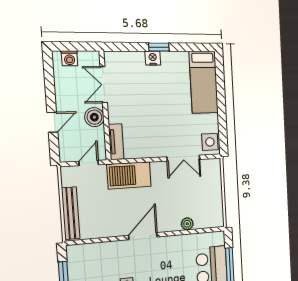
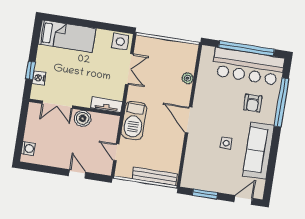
double door: (104, 85) -> (57, 105), moved
wall: (105, 106) -> (75, 107), moved
boiler: (94, 117) -> (83, 118), moved
tv unit: (116, 142) -> (107, 105), moved

